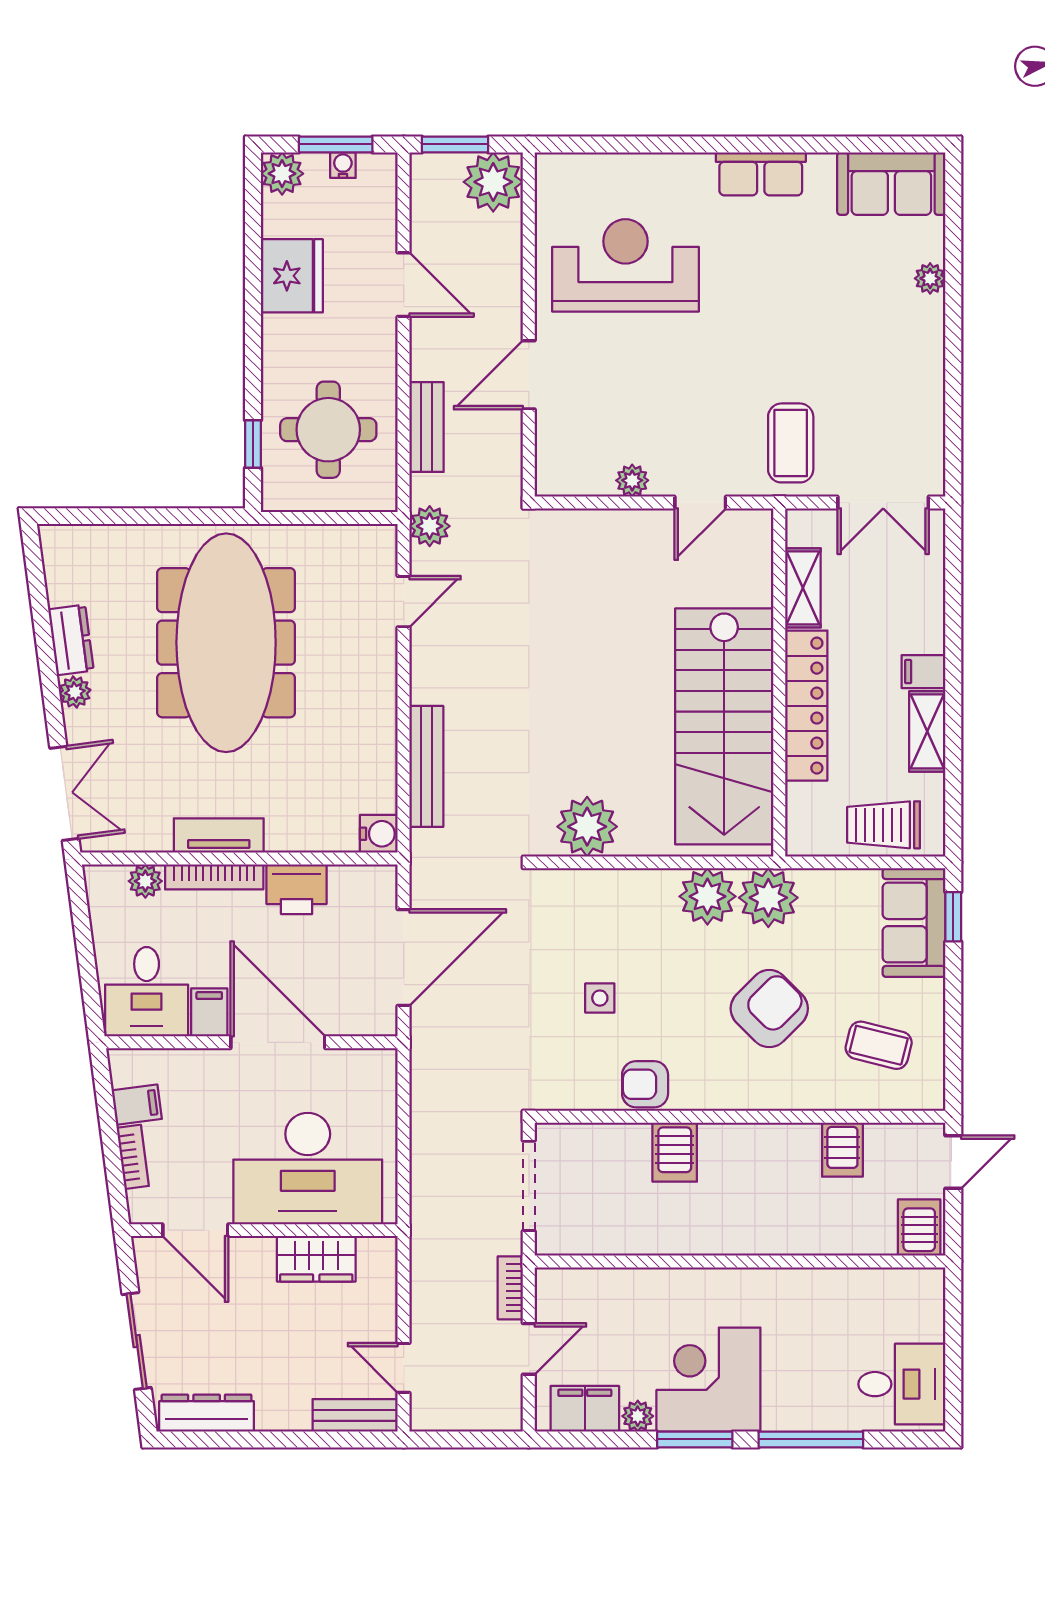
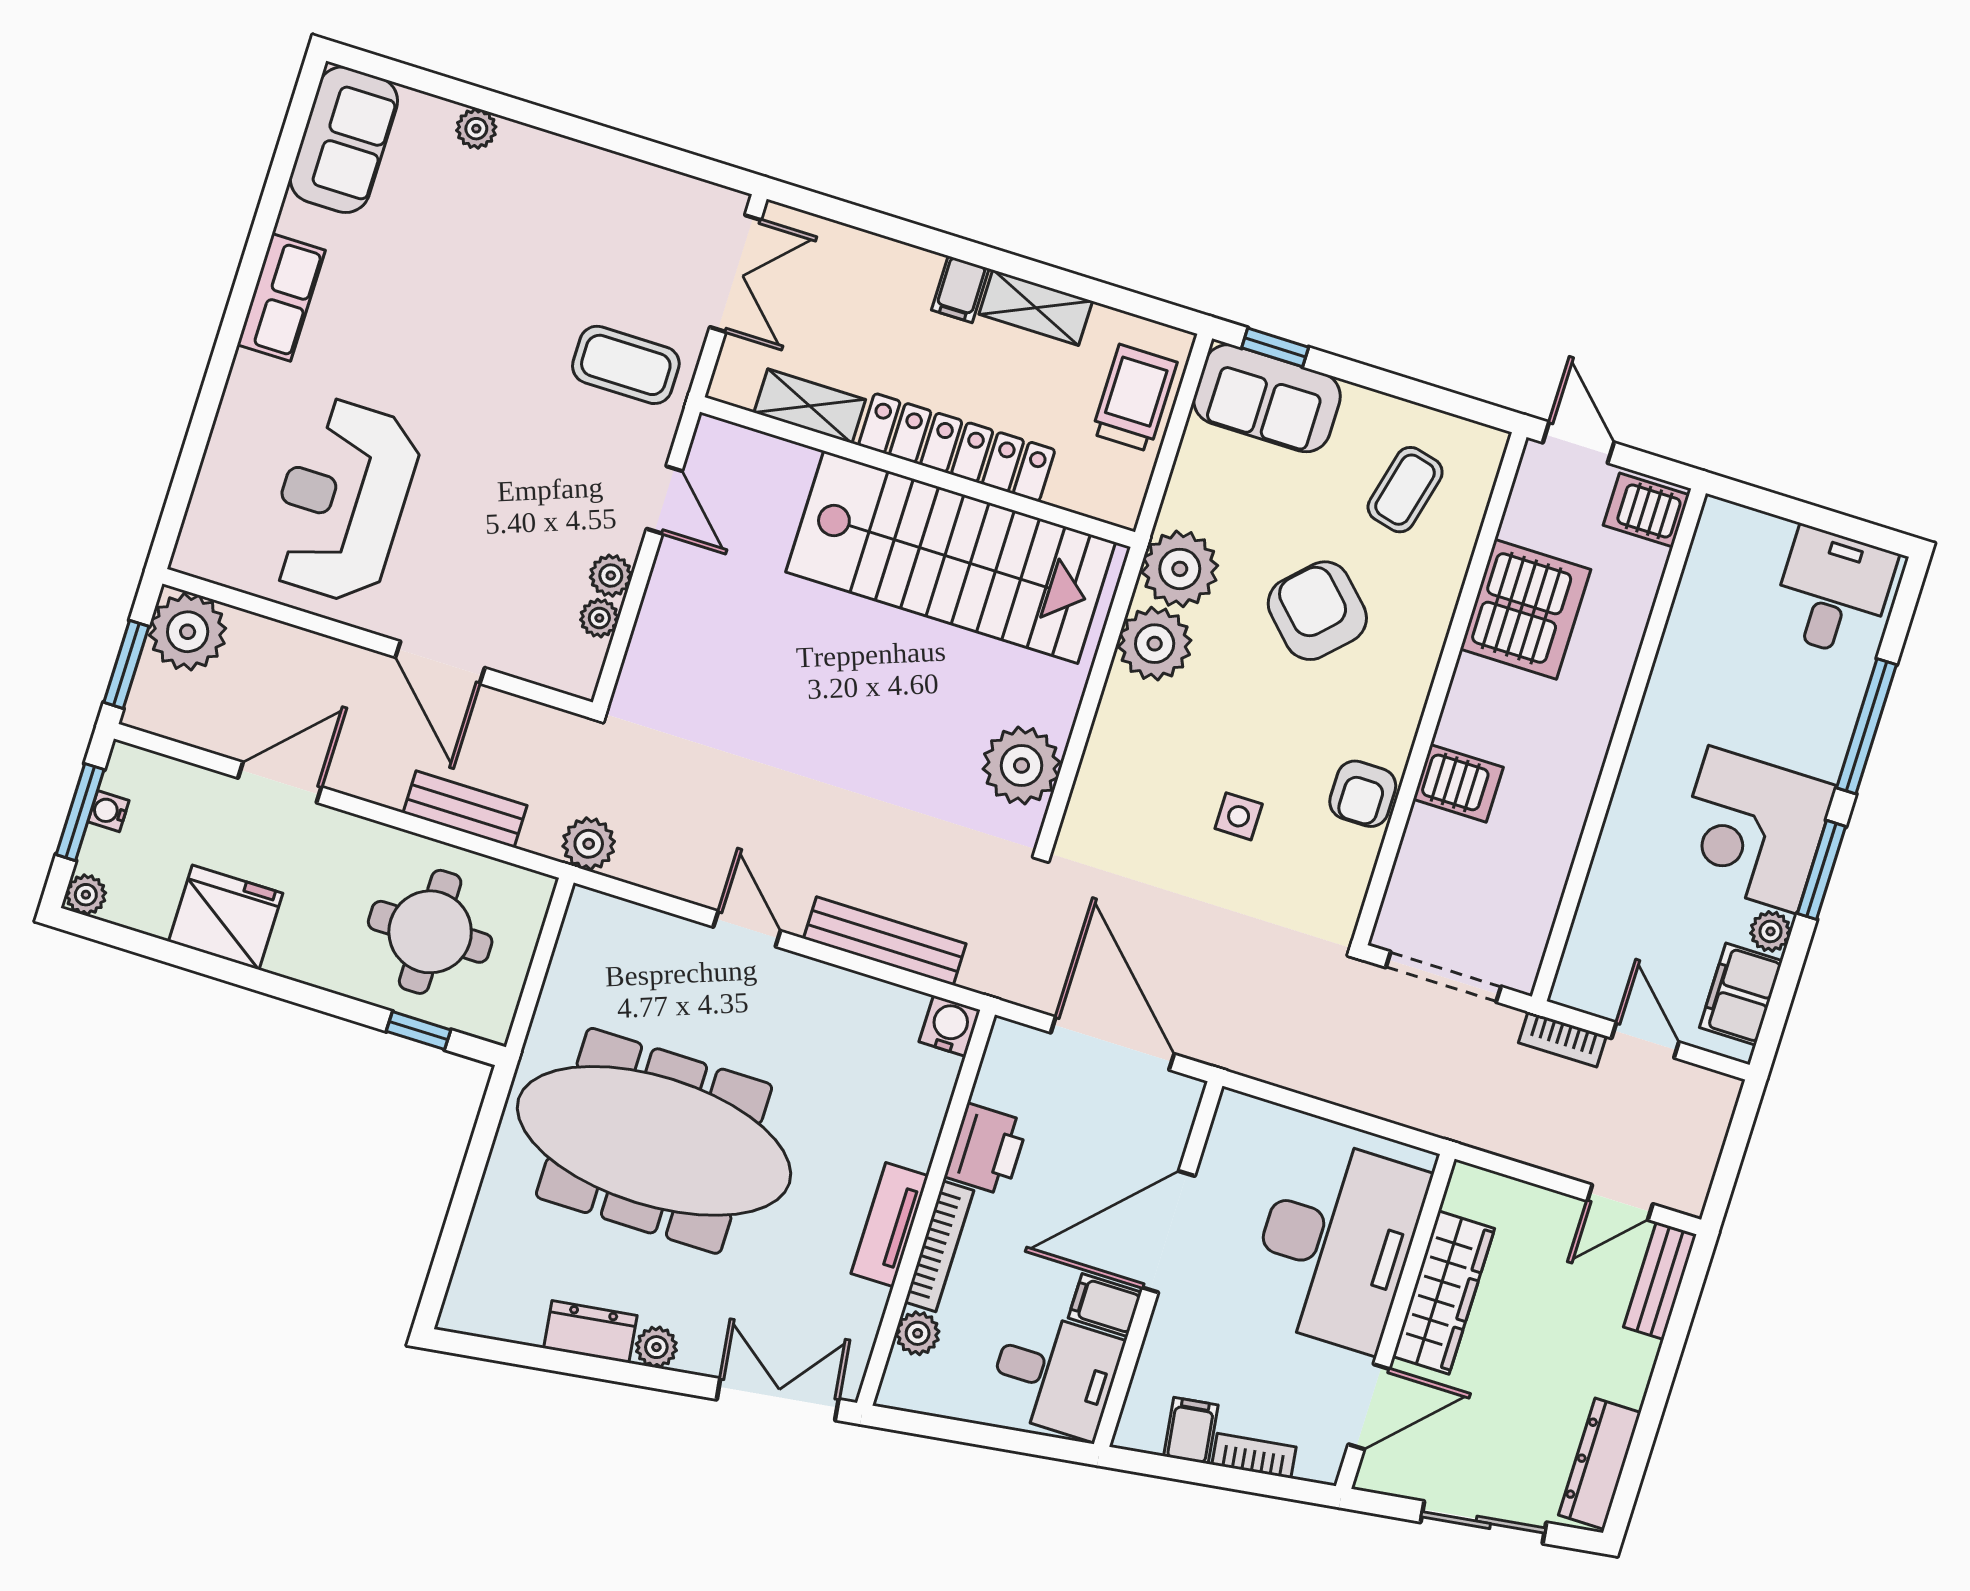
plant: (282, 174) -> (86, 895), width x0.73, depth x0.73
plant: (598, 482) -> (599, 618), added
door: (404, 602) -> (747, 929), moved
trolley: (884, 825) -> (1134, 398), turned 180
server rack: (842, 1150) -> (1525, 609), width x2.18, depth x1.44
wardrobe: (316, 1259) -> (1444, 1292), width x1.50

